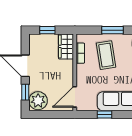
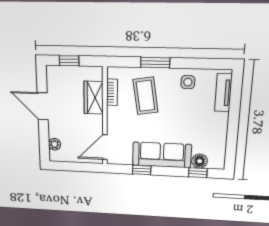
wardrobe: (66, 46) -> (94, 98), moved
window: (25, 92) -> (44, 139), removed
plant: (38, 101) -> (55, 144), width x0.53, depth x0.53

